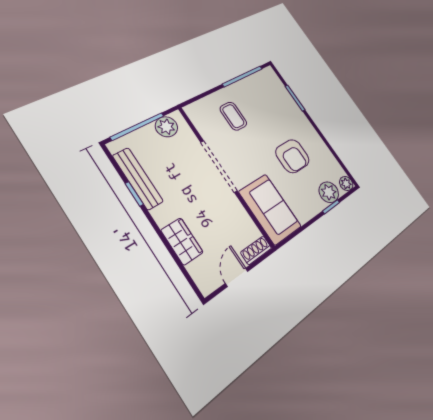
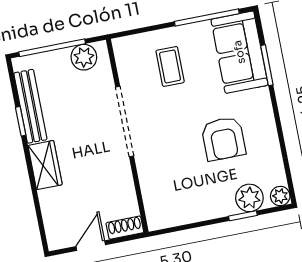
sofa: (270, 209) -> (239, 52), moved, turned 180
wardrobe: (182, 241) -> (45, 165), moved

